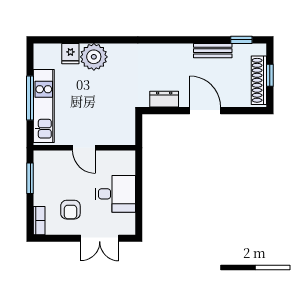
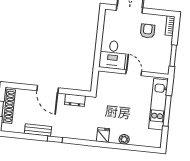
window: (241, 40) -> (55, 139), moved
fridge: (70, 54) -> (103, 135), moved
plant: (94, 57) -> (124, 139), width x0.53, depth x0.53
desk: (115, 194) -> (113, 55), moved, turned -90

